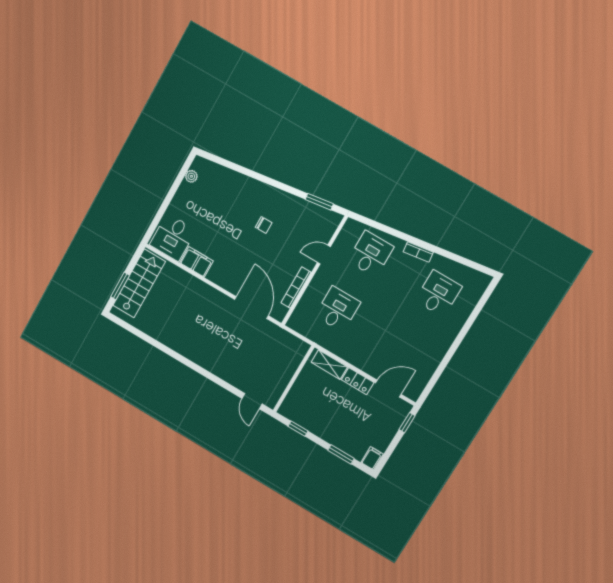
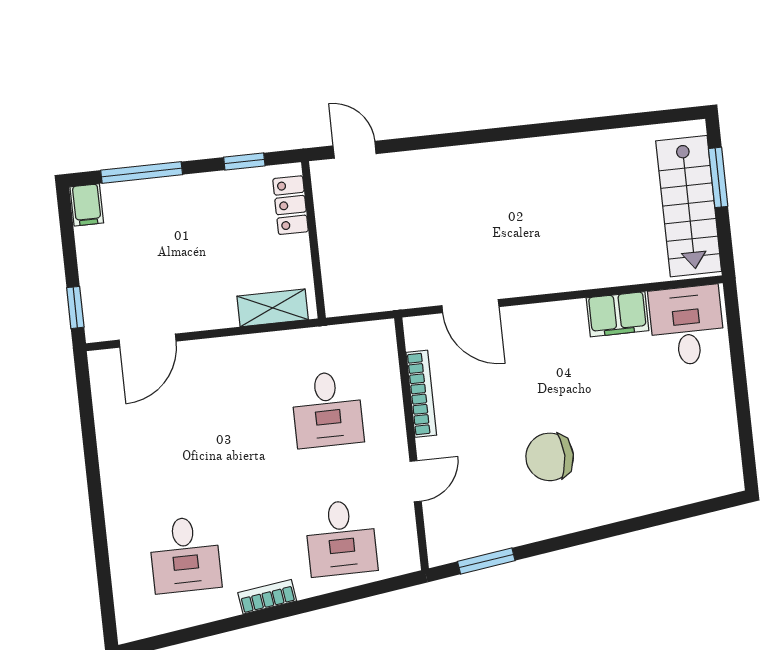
plant: (191, 176) -> (728, 449), removed
chair: (264, 225) -> (550, 457), width x1.87, depth x1.87
door: (251, 308) -> (470, 306), width x0.73
locker: (358, 381) -> (291, 205), moved, turned -90
window: (341, 454) -> (142, 172), width x1.44

